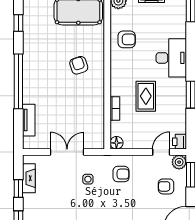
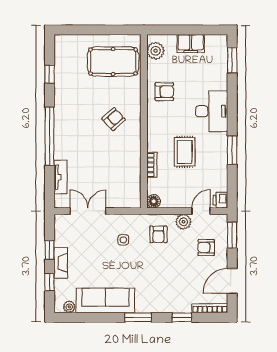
armchair: (79, 65) -> (114, 119), turned 67
double door: (67, 152) -> (88, 211), moved
plant: (179, 162) -> (183, 222), moved
armchair: (121, 174) -> (158, 234), turned 90
fireplace: (29, 178) -> (61, 263), moved

